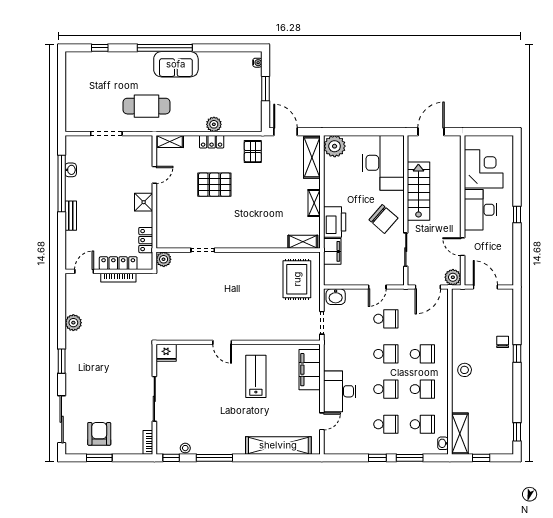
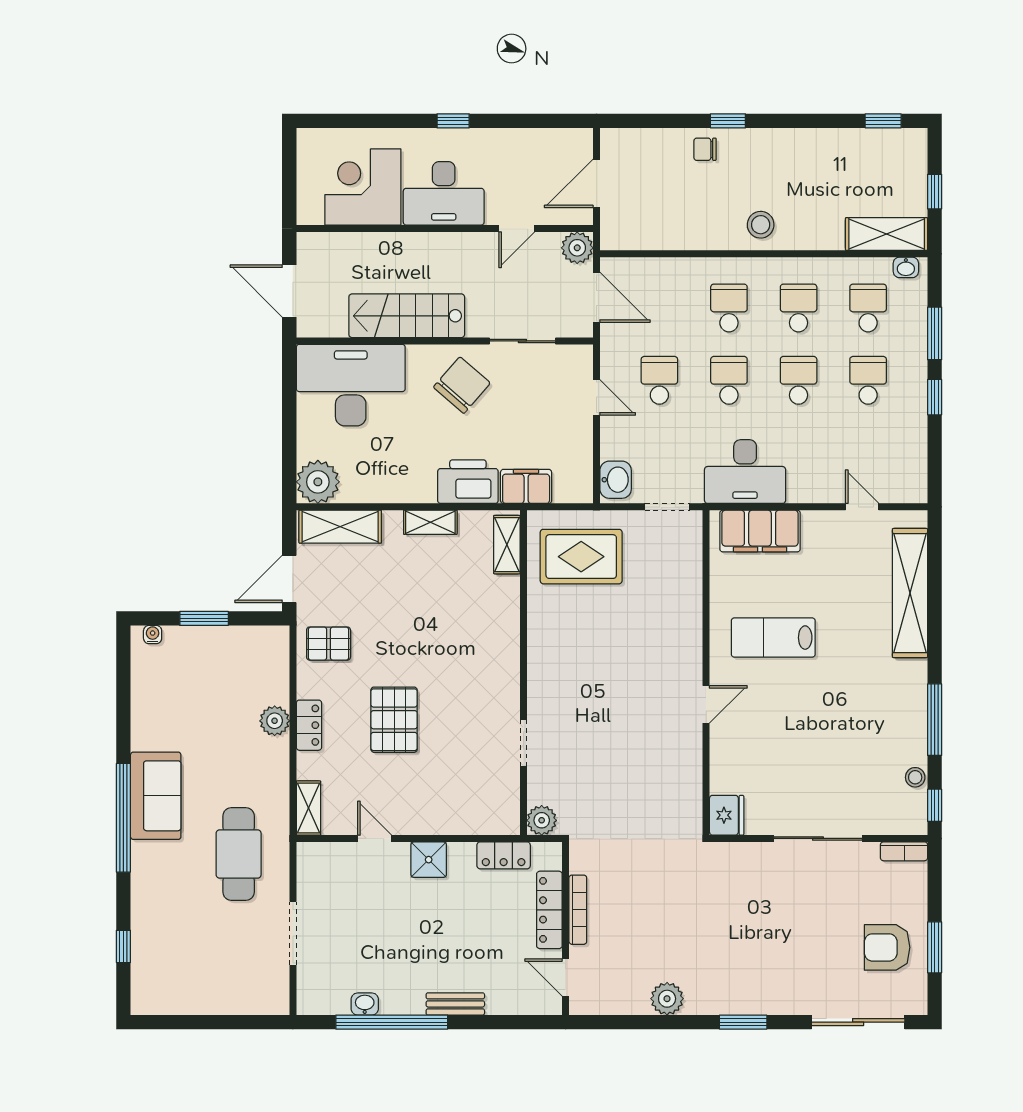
desk: (340, 391) -> (745, 472), moved

